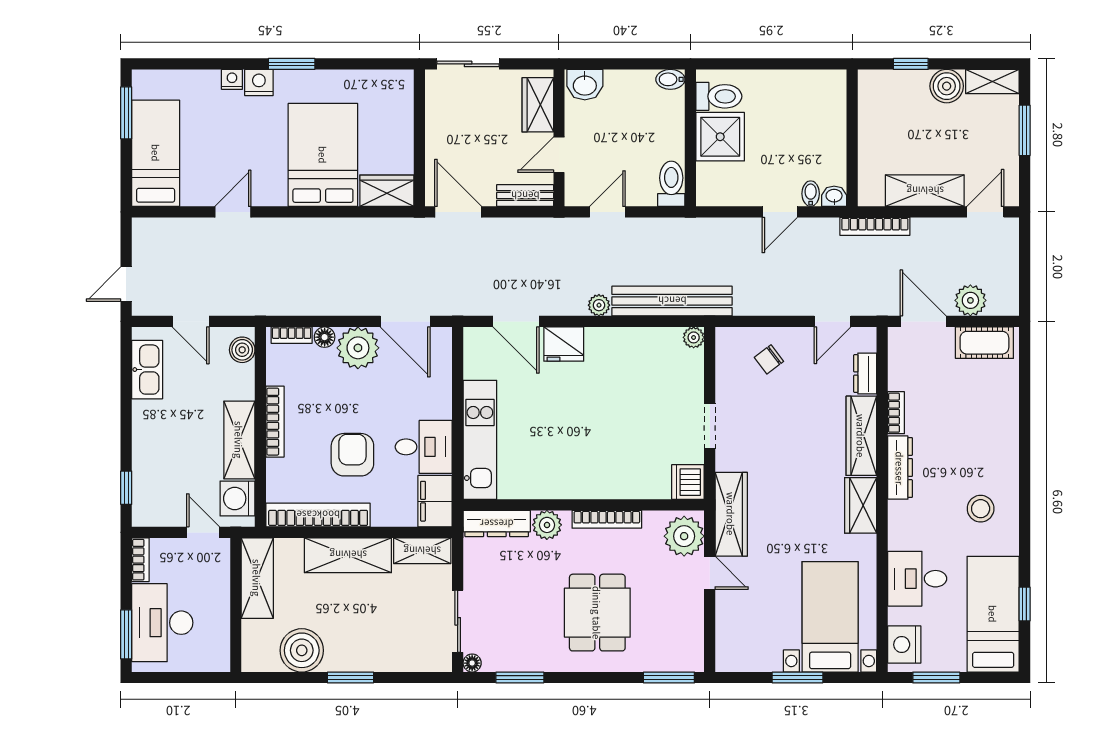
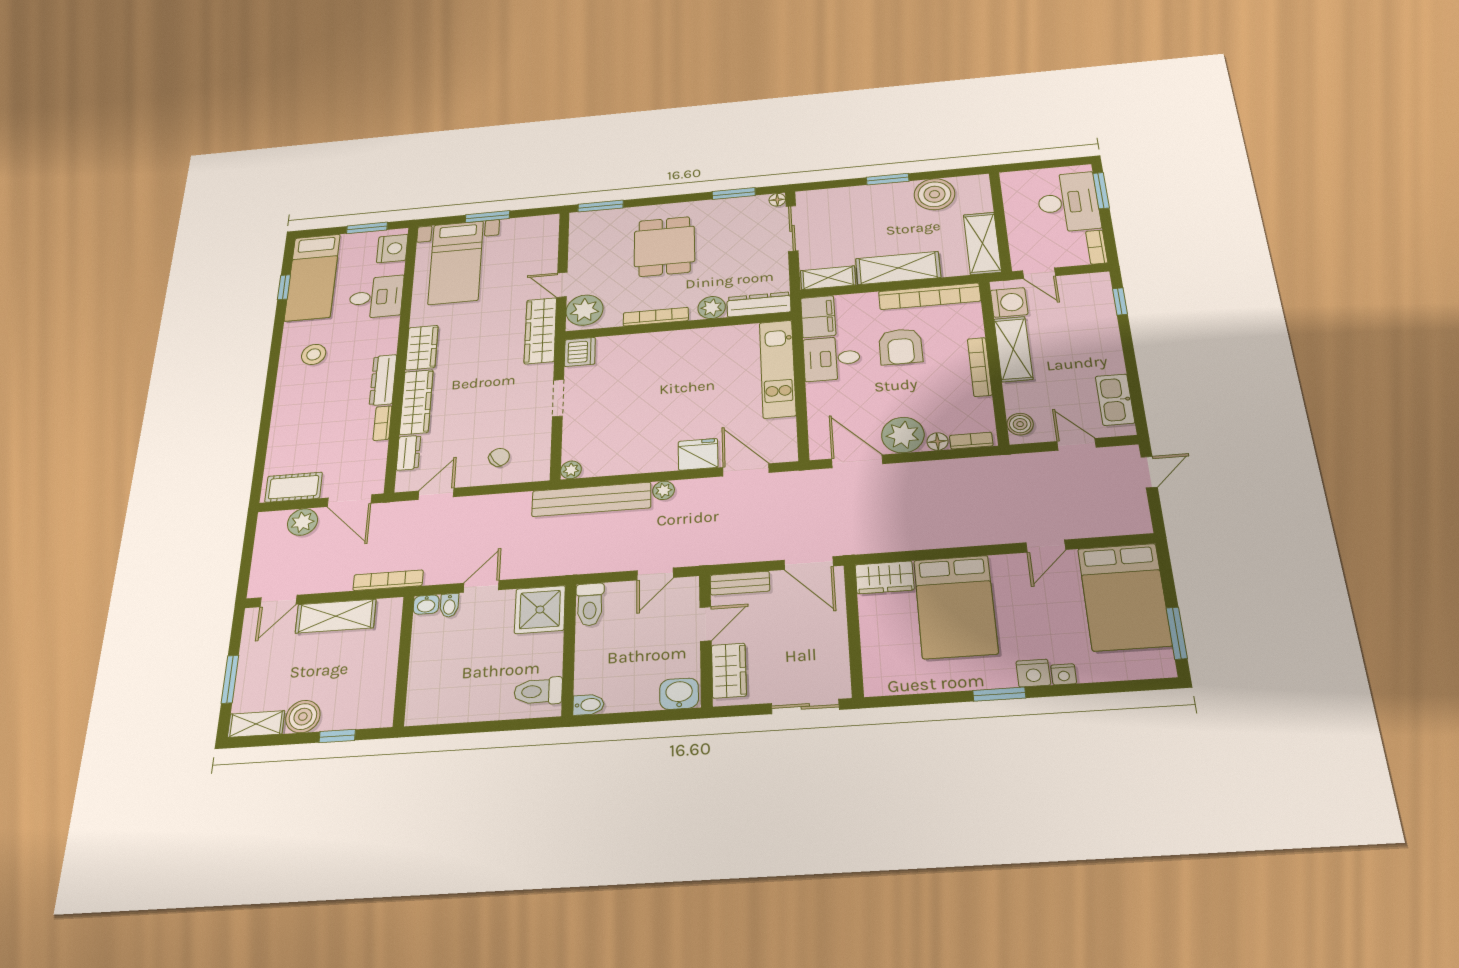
shower: (720, 137) -> (540, 610), moved
bed: (156, 153) -> (1124, 597), width x1.50

